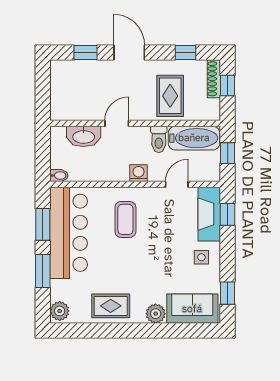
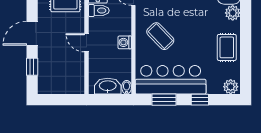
washbasin: (84, 136) -> (108, 86), moved, turned -90
washing machine: (138, 173) -> (125, 42), moved
coffee table: (125, 219) -> (160, 36), turned 46
window: (43, 271) -> (200, 100), width x0.67

